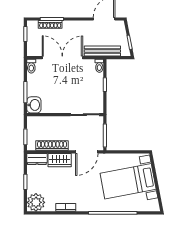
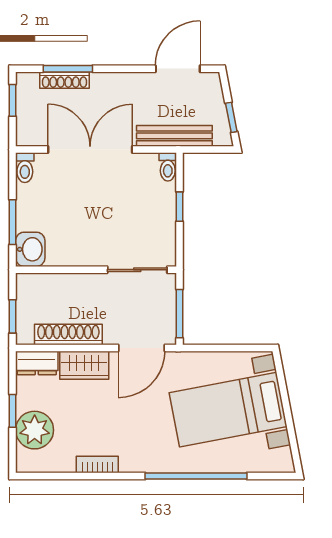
plant: (36, 202) -> (35, 430), moved

